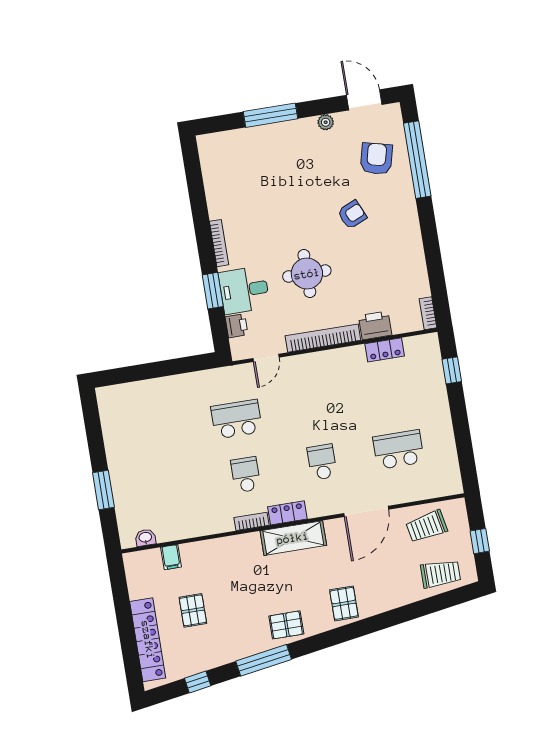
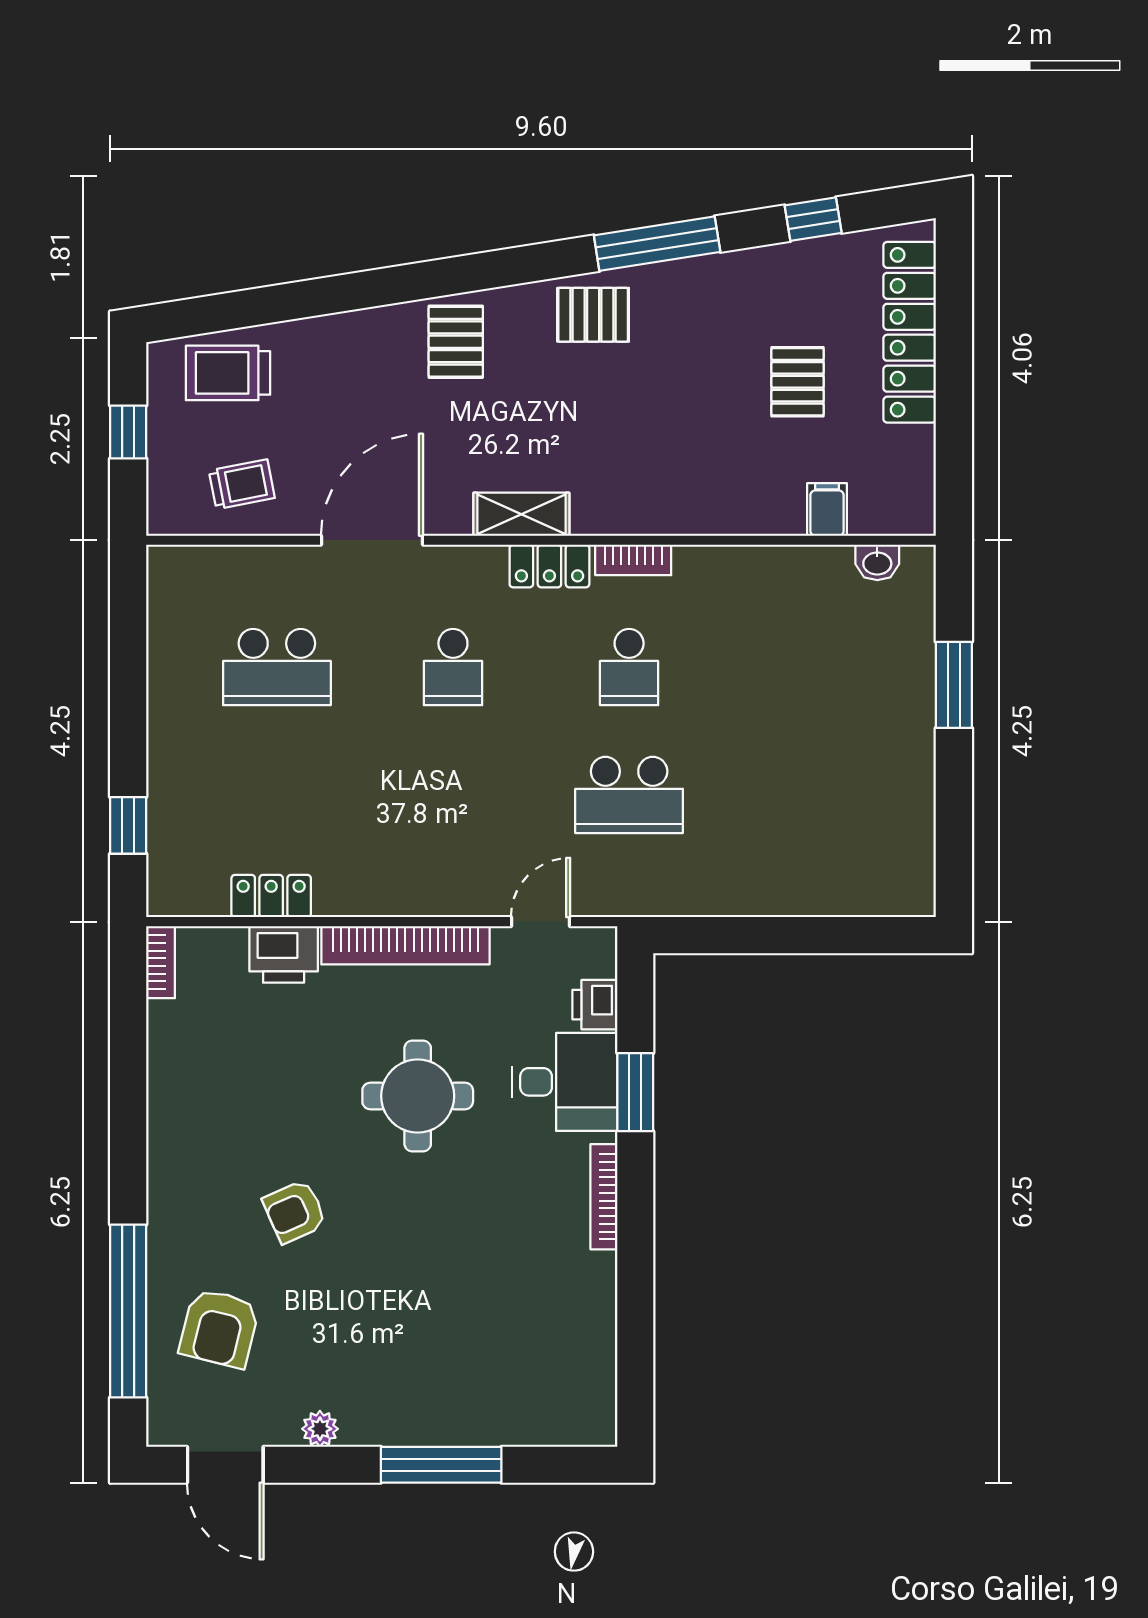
trolley: (427, 526) -> (242, 484), width x0.73, depth x0.72
shelving: (293, 538) -> (521, 514), width x0.67, depth x0.75

